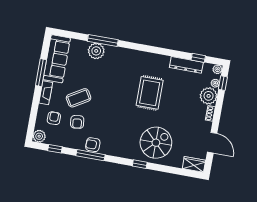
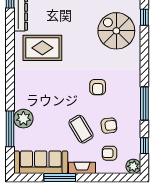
window: (103, 40) -> (10, 129), moved
rug: (150, 93) -> (42, 48), moved
armchair: (93, 145) -> (98, 87), moved
window: (140, 164) -> (144, 17), moved

